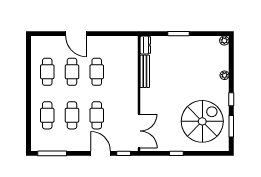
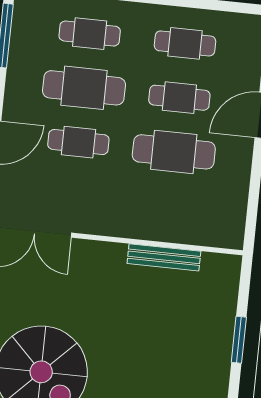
dresser: (145, 45) -> (221, 264), removed
cafe table: (97, 72) -> (174, 152), width x1.37, depth x1.35
cafe table: (72, 115) -> (84, 88), width x1.37, depth x1.35

